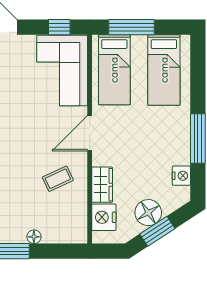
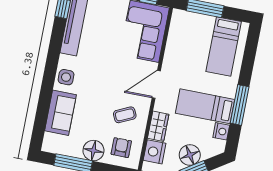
bed: (114, 70) -> (205, 106), moved, turned 90
armchair: (62, 220) -> (121, 148), added
floor lamp: (34, 237) -> (93, 151), width x1.89, depth x1.89

